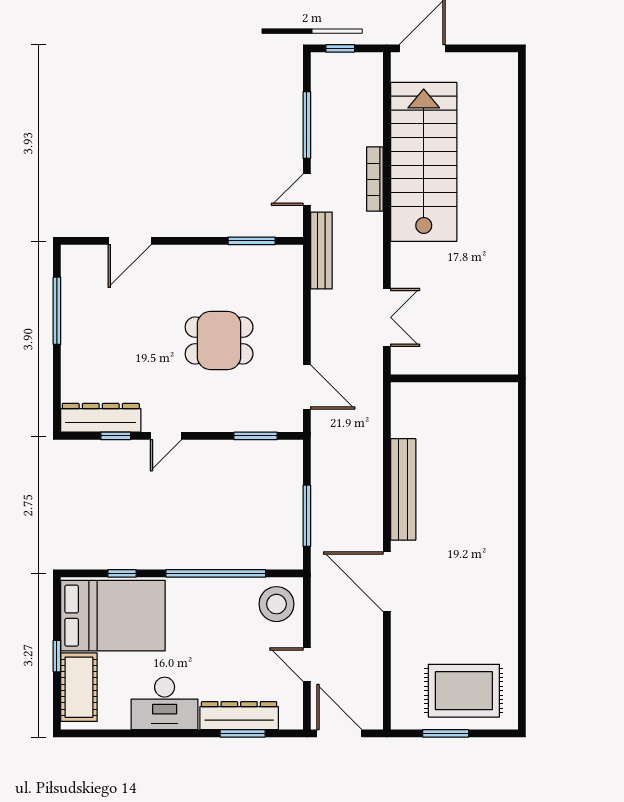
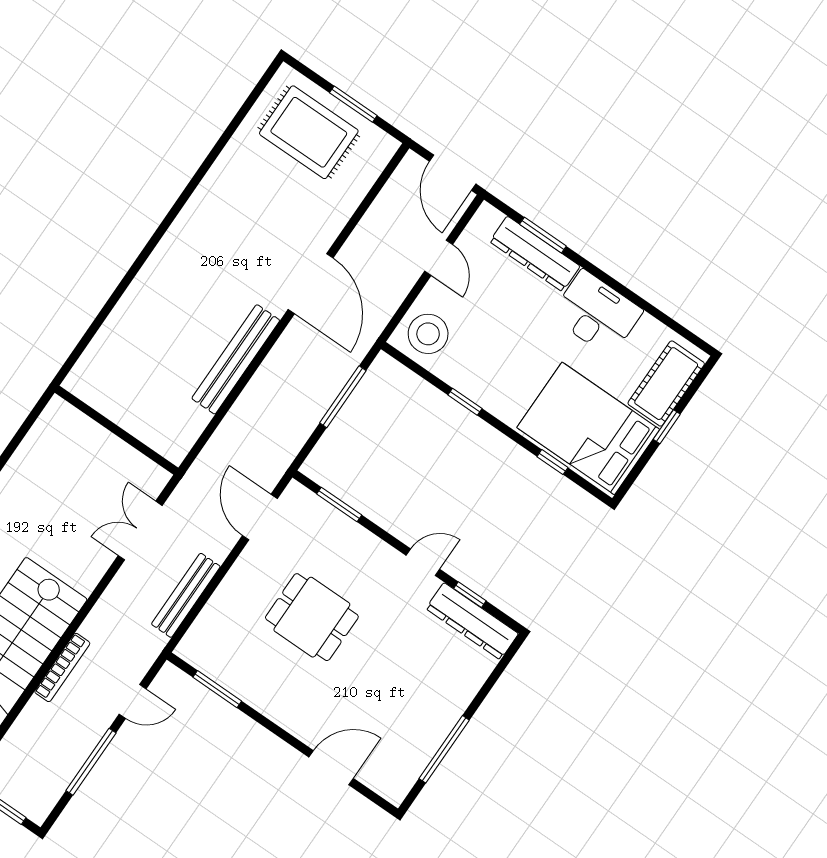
bench: (321, 251) -> (186, 595), moved
window: (216, 573) -> (465, 402), width x0.32

